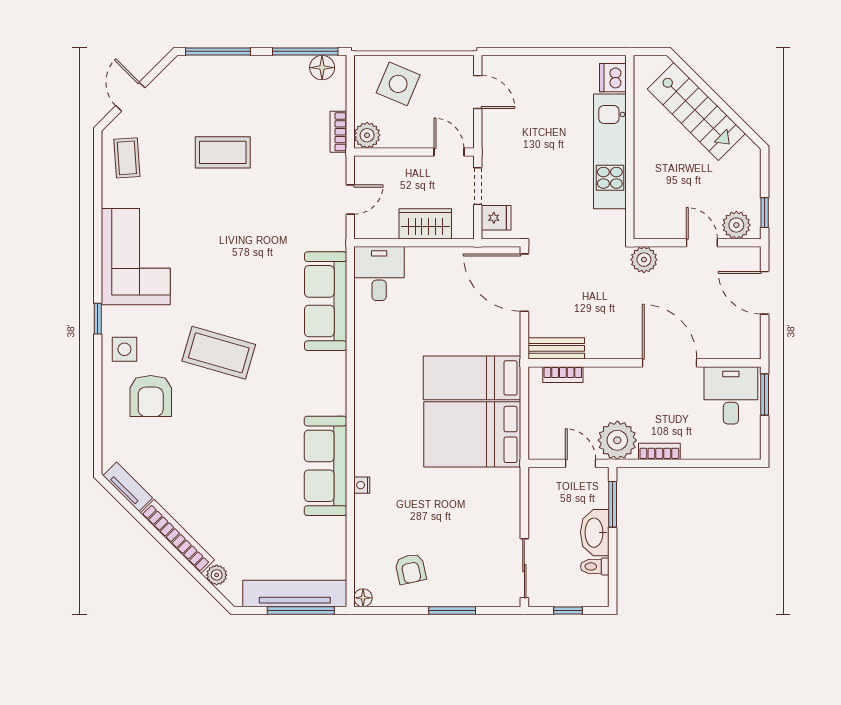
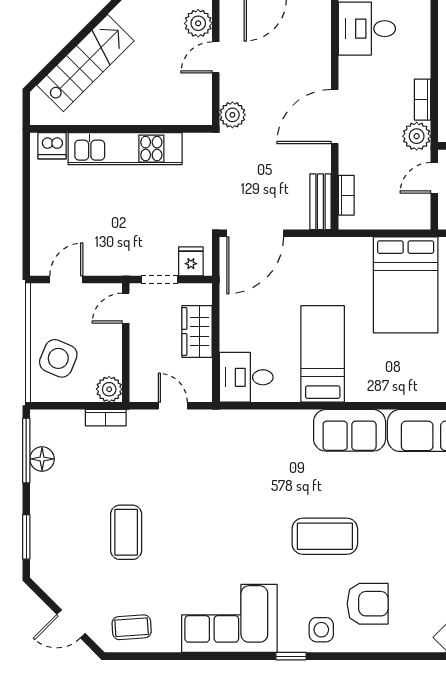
window: (218, 51) -> (26, 537), width x0.69
floor lamp: (322, 68) -> (42, 459), moved
sofa: (326, 301) -> (350, 430), moved, width x0.73
coffee table: (219, 353) -> (325, 536), turned 74
door: (670, 363) -> (335, 117), moved
bed: (472, 378) -> (323, 354), moved, turned 180
plant: (617, 440) -> (417, 136), width x0.73, depth x0.73

